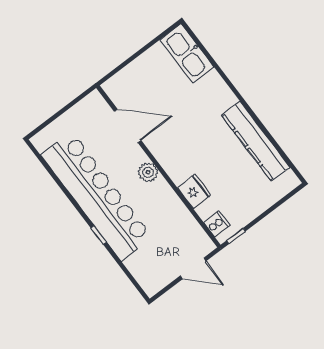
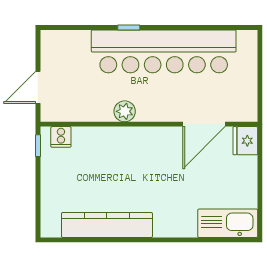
plant: (148, 172) -> (125, 111), moved
fridge: (194, 191) -> (245, 141), moved, turned 90

